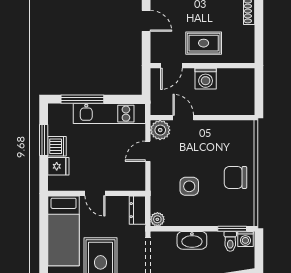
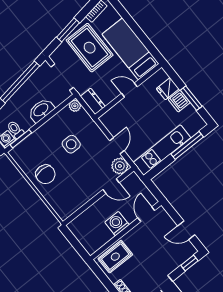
rug: (204, 43) -> (115, 257), moved
chair: (235, 177) -> (45, 174), turned 90

